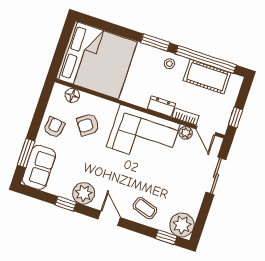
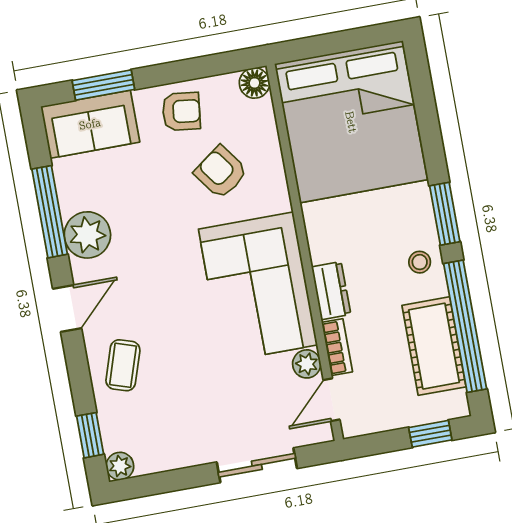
floor lamp: (72, 95) -> (254, 83), moved
window: (235, 117) -> (430, 434), moved
window: (66, 204) -> (50, 212), width x2.17
plant: (182, 225) -> (120, 466), width x0.53, depth x0.53

